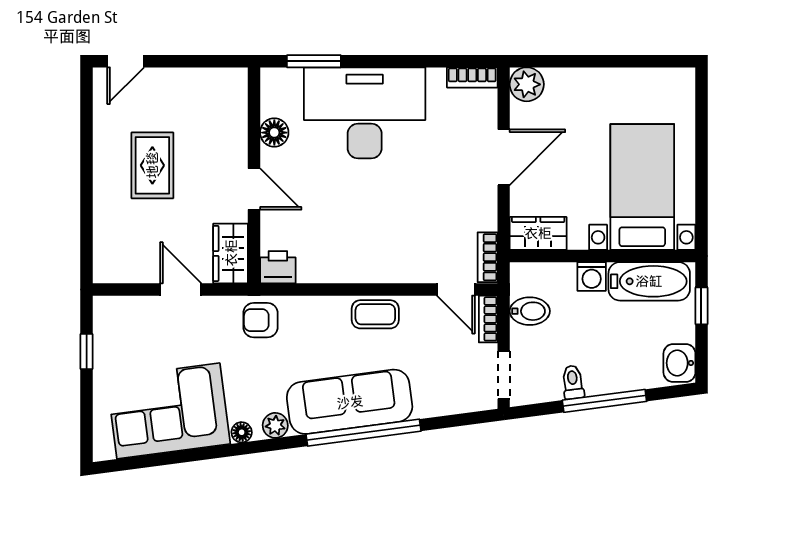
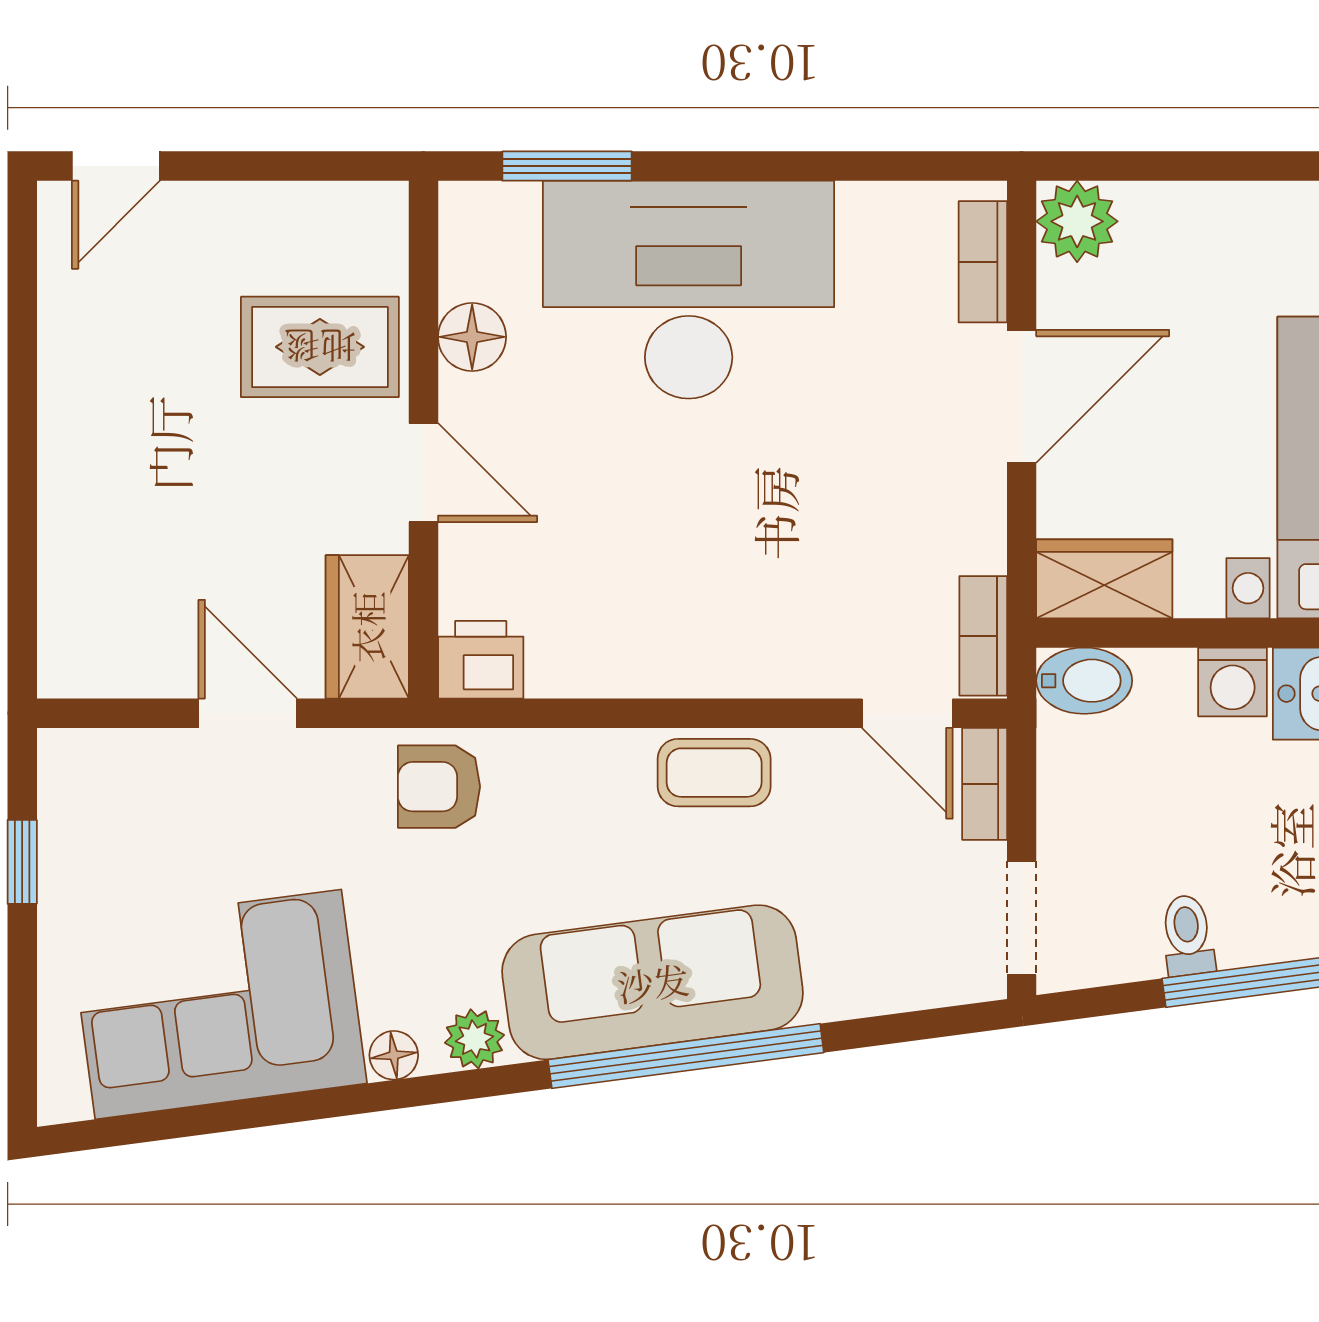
bookcase: (472, 77) -> (983, 262), moved, turned 90
rug: (152, 165) -> (320, 347), moved, turned 90
bidet: (530, 311) -> (1084, 681), moved

